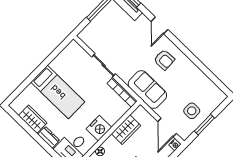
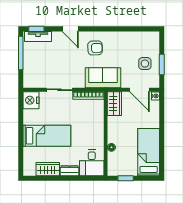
nightstand: (99, 128) -> (31, 100), moved, turned 180
wardrobe: (126, 130) -> (114, 104), moved

